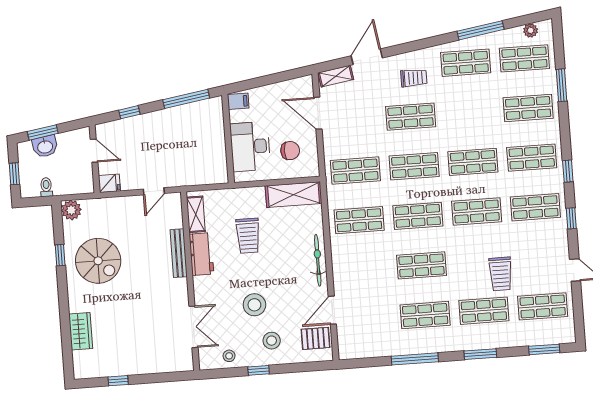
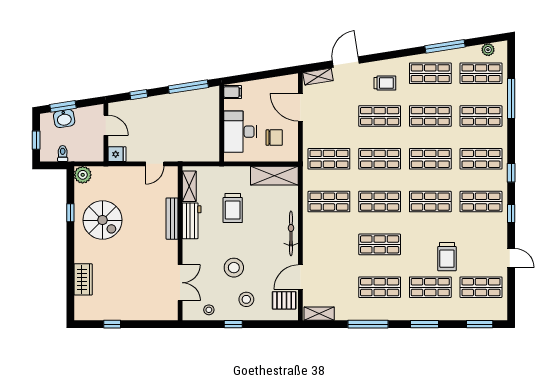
window: (561, 85) -> (511, 99), width x1.44
shop shelf: (469, 112) -> (430, 116), added
shelving: (357, 351) -> (319, 314), added

